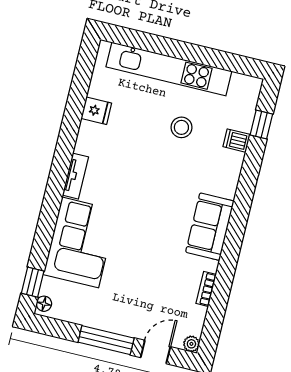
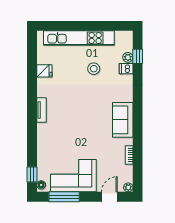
plant: (244, 122) -> (128, 57), added
corner sofa: (80, 242) -> (73, 176), moved, turned -90
window: (106, 340) -> (64, 197), moved

